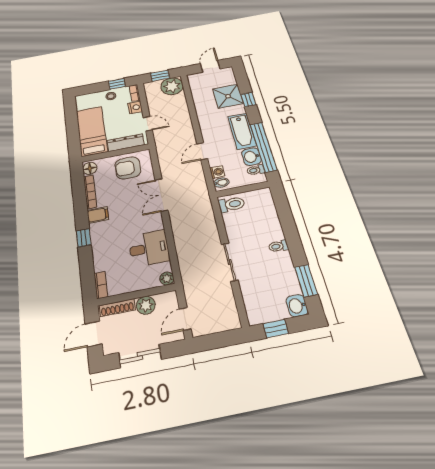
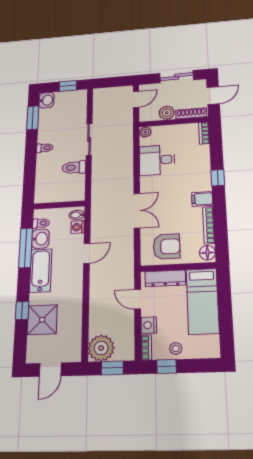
window: (263, 147) -> (26, 248), width x0.68
toilet: (232, 204) -> (74, 167), moved

